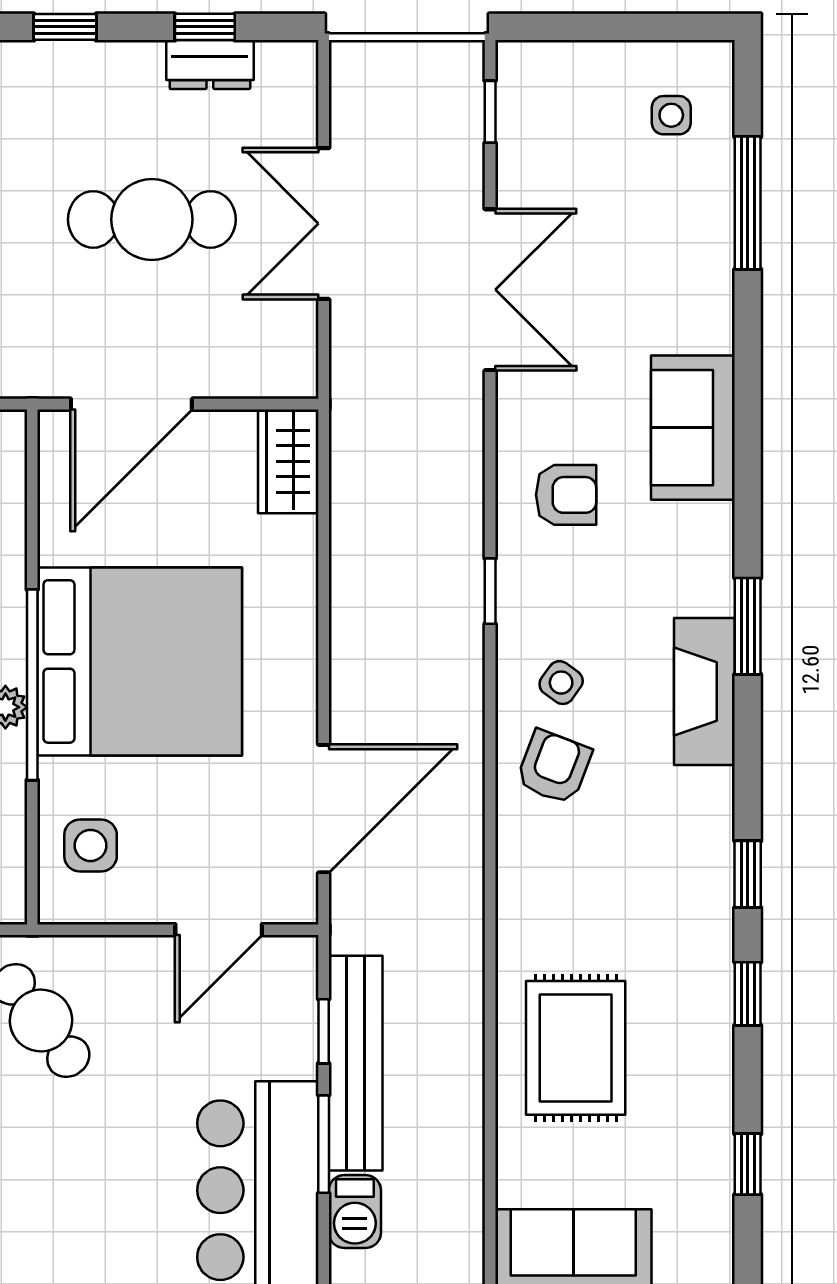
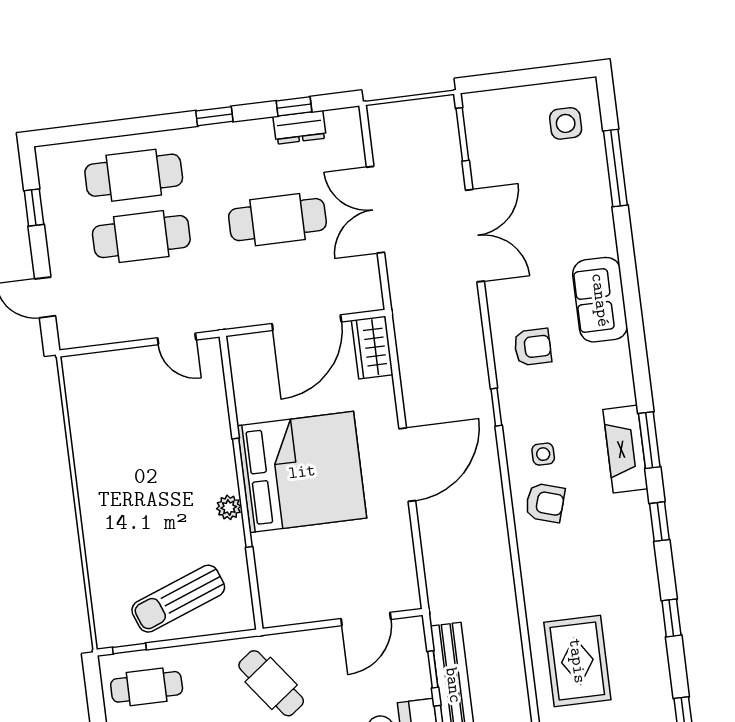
window: (490, 112) -> (462, 134), width x1.50
side table: (671, 115) -> (566, 123), width x1.37, depth x1.37
door: (131, 404) -> (307, 323), moved
window: (748, 626) -> (649, 440), moved
side table: (561, 683) -> (543, 454), turned -36
armchair: (554, 767) -> (545, 503), turned 86
door: (324, 809) -> (407, 465), moved
side table: (91, 845) -> (287, 580), removed
window: (748, 874) -> (659, 522), moved

